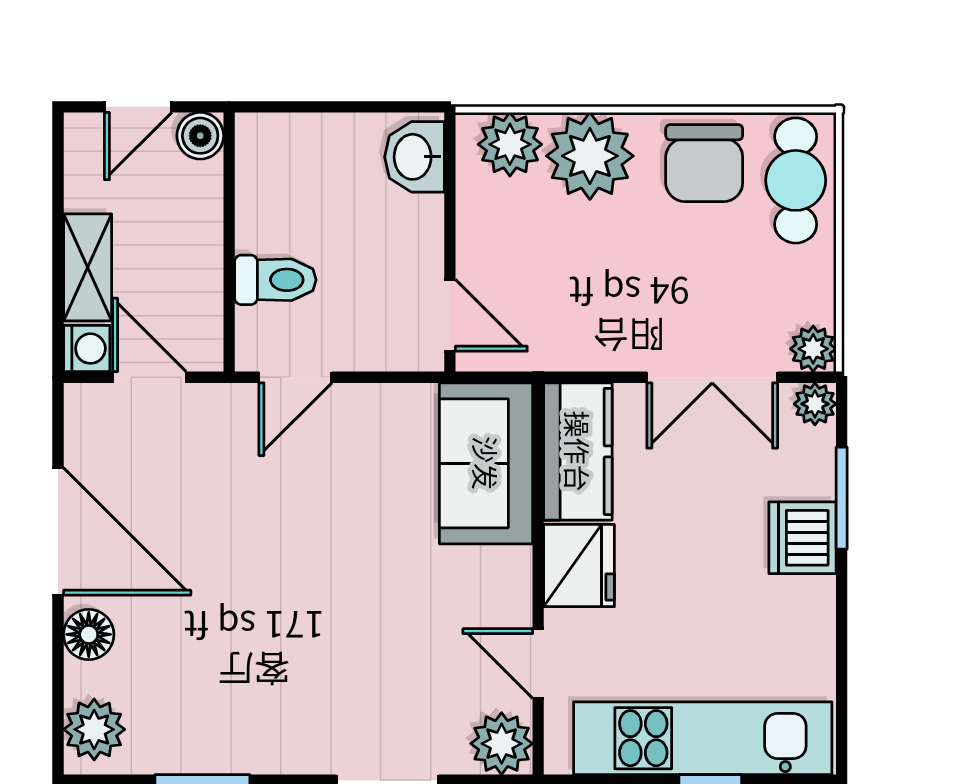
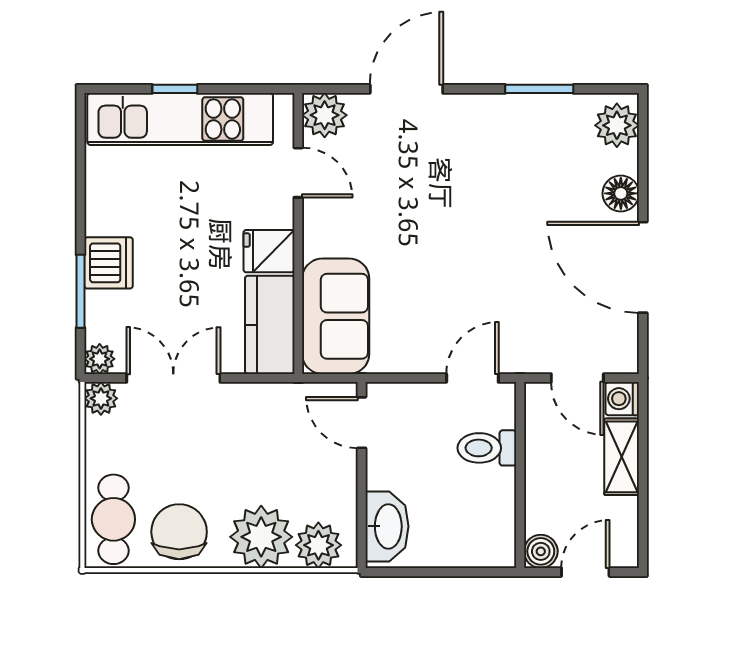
washbasin: (414, 157) -> (387, 526), width x1.38
fridge: (579, 566) -> (269, 251), width x0.72

